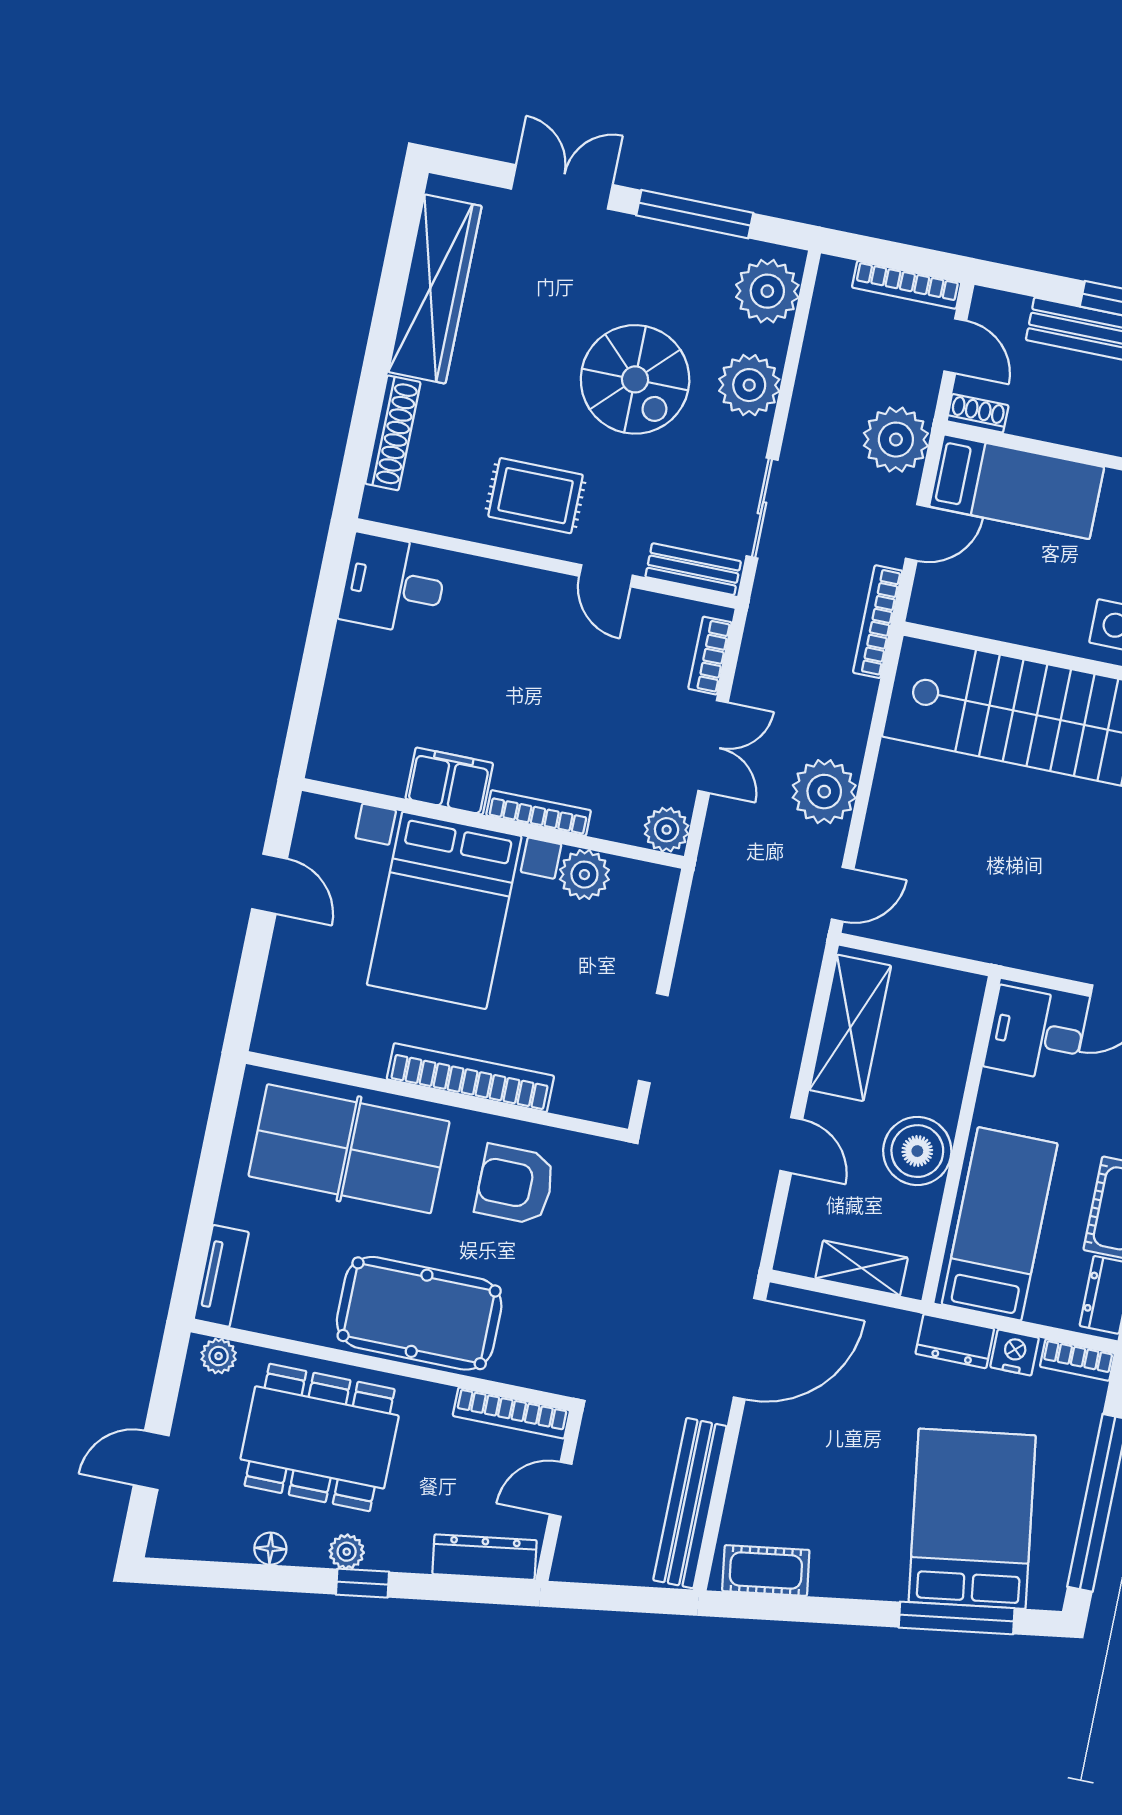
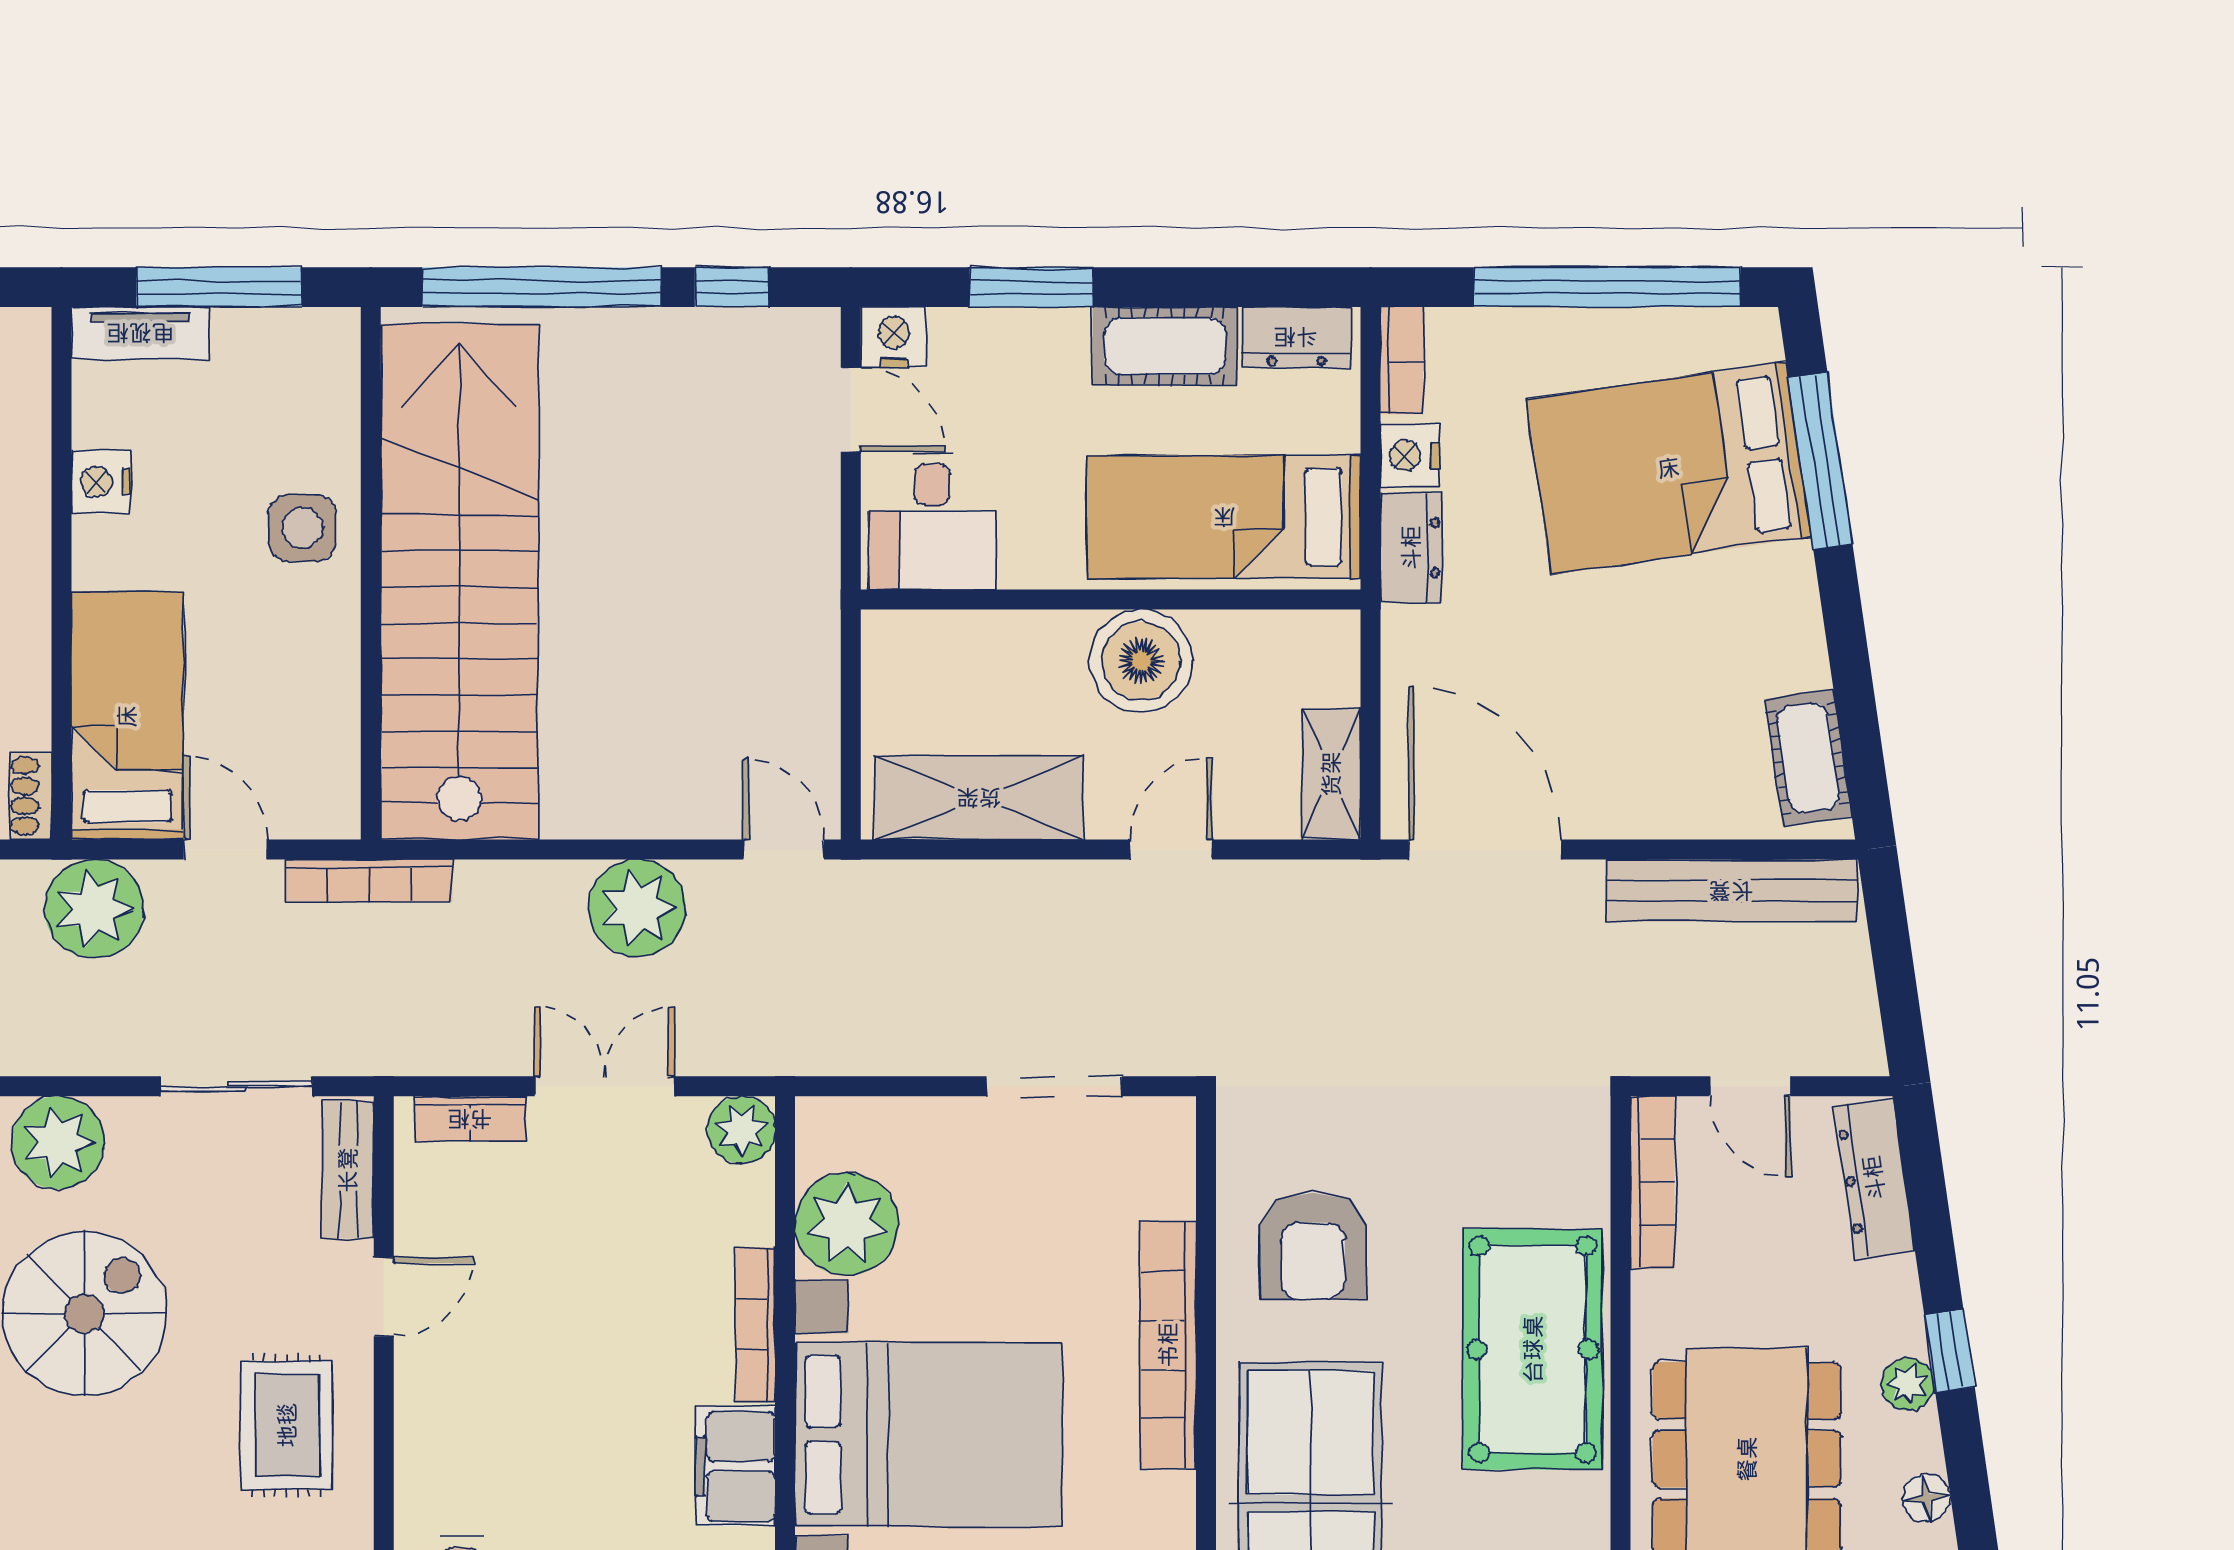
plant: (584, 875) -> (847, 1224), width x1.36, depth x1.36
shelving: (862, 1268) -> (1331, 774), moved

